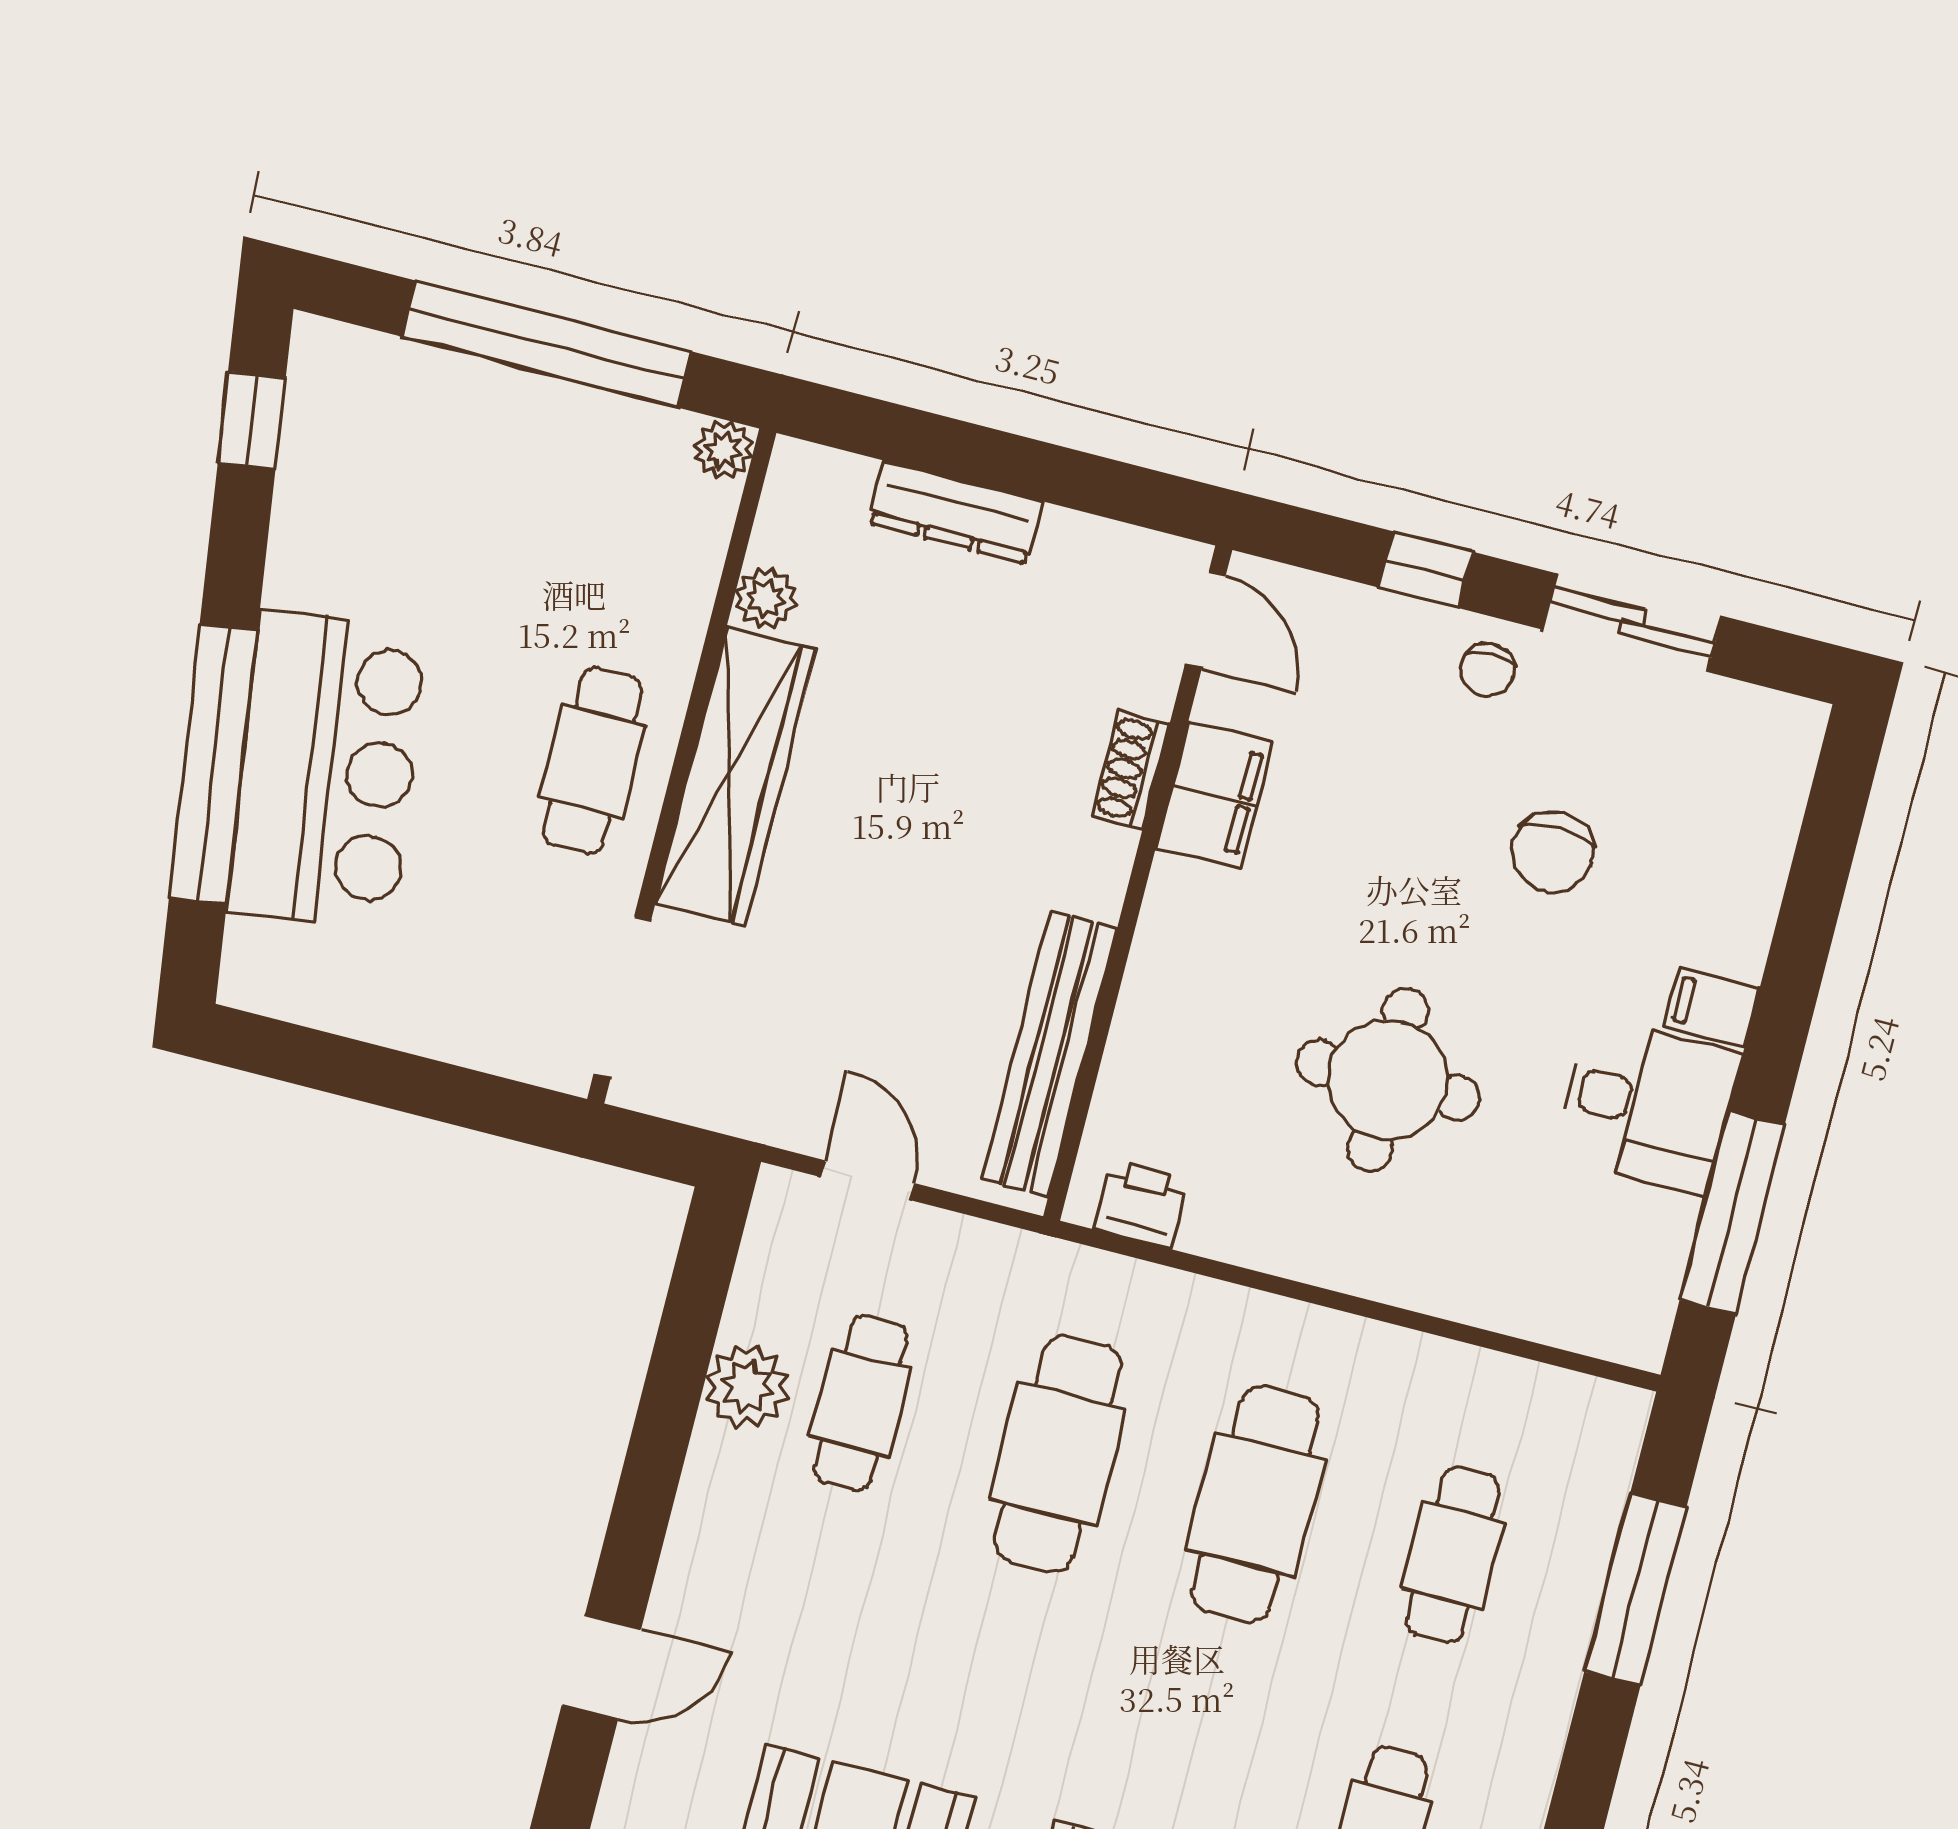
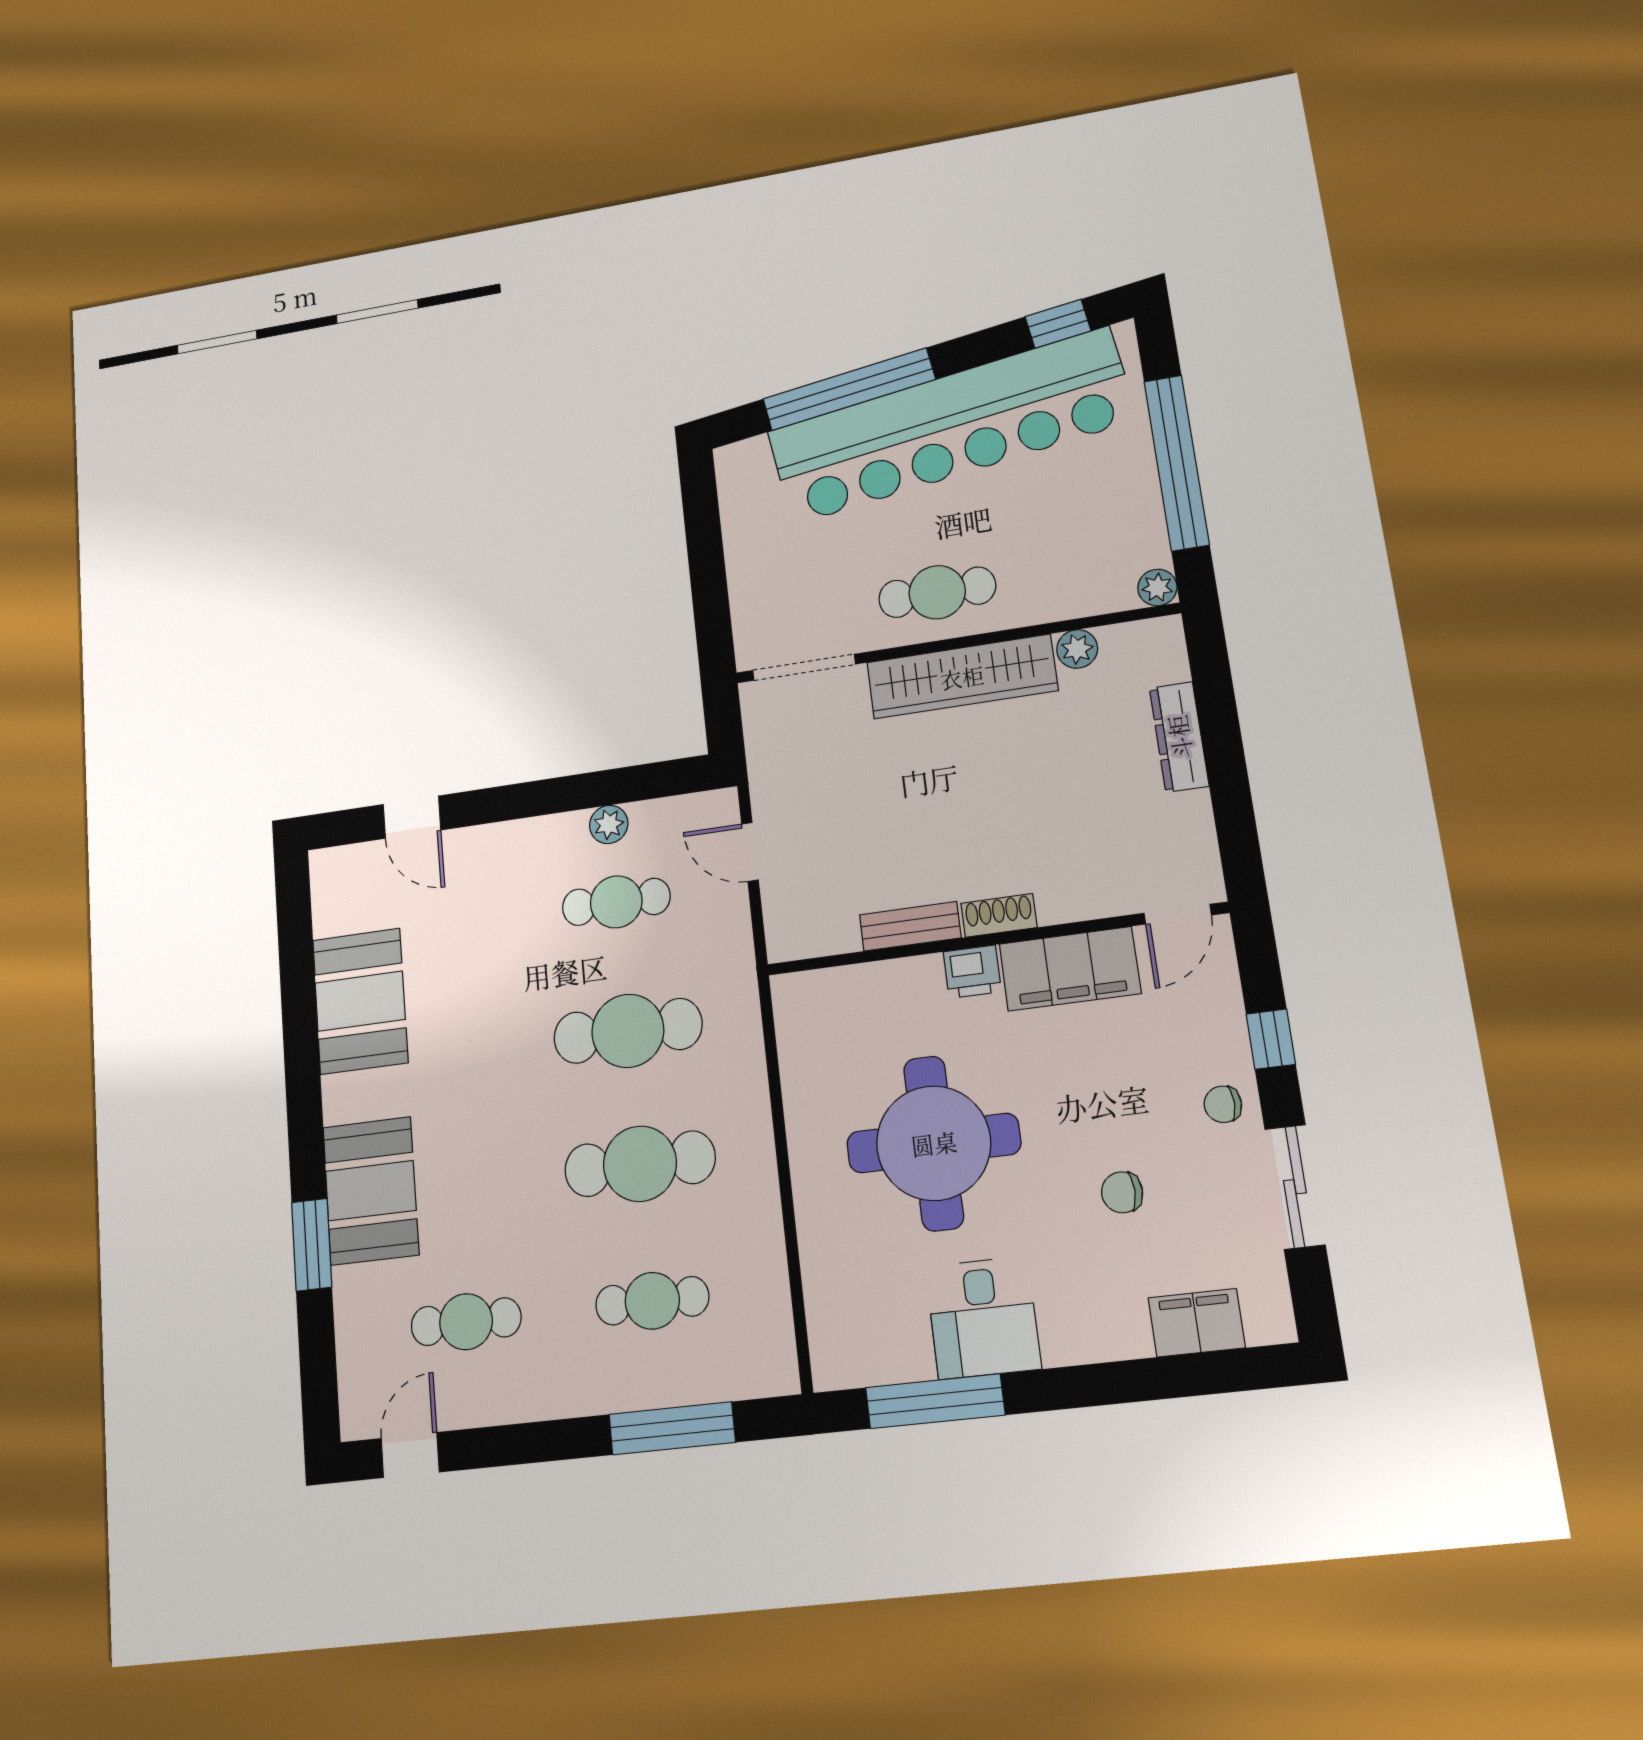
bar counter: (327, 769) -> (950, 426), width x1.86
shoe rack: (1131, 770) -> (999, 915), moved
filing cabinet: (1214, 795) -> (1070, 969), width x1.50, depth x1.17
chair: (1552, 852) -> (1122, 1192), width x0.73, depth x0.73
filing cabinet: (1712, 1007) -> (1197, 1323), moved, width x2.00
bench: (1049, 1054) -> (910, 926), width x0.54, depth x0.82
round table: (1388, 1080) -> (934, 1143), width x1.36, depth x1.36
door: (868, 1180) -> (750, 852), swing flipped
printer: (1141, 1204) -> (972, 972), moved, turned 90
plant: (747, 1387) -> (609, 824), width x0.73, depth x0.73

